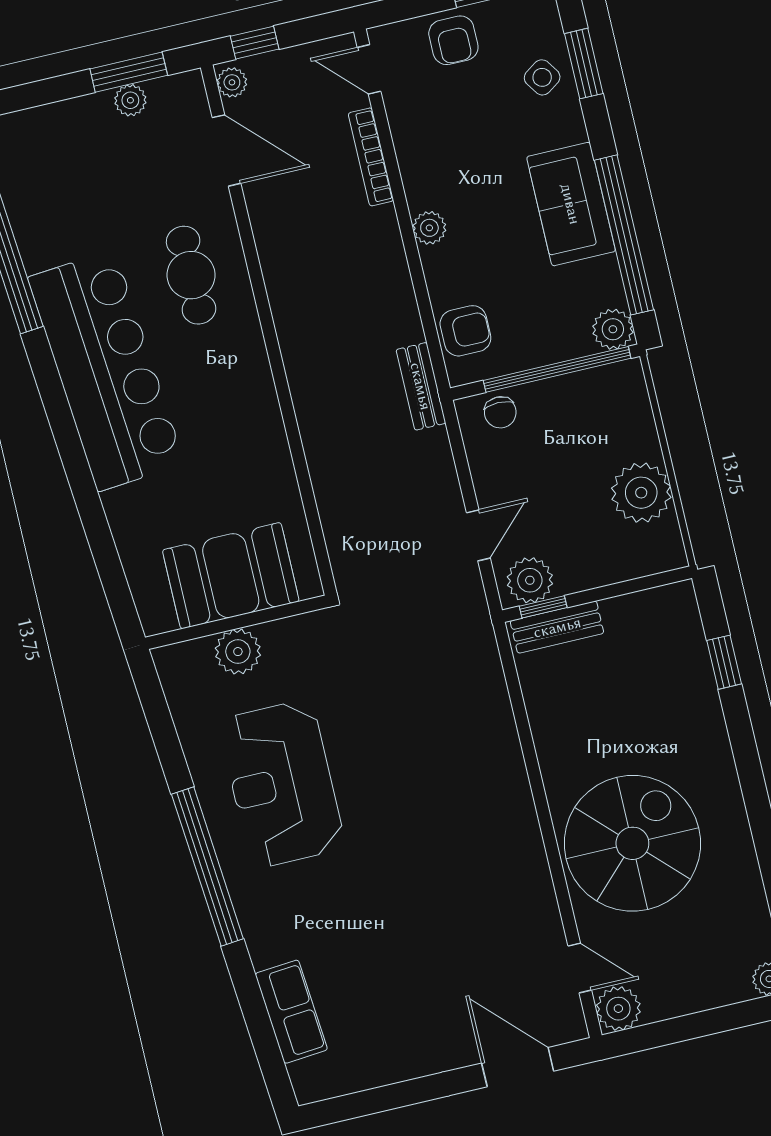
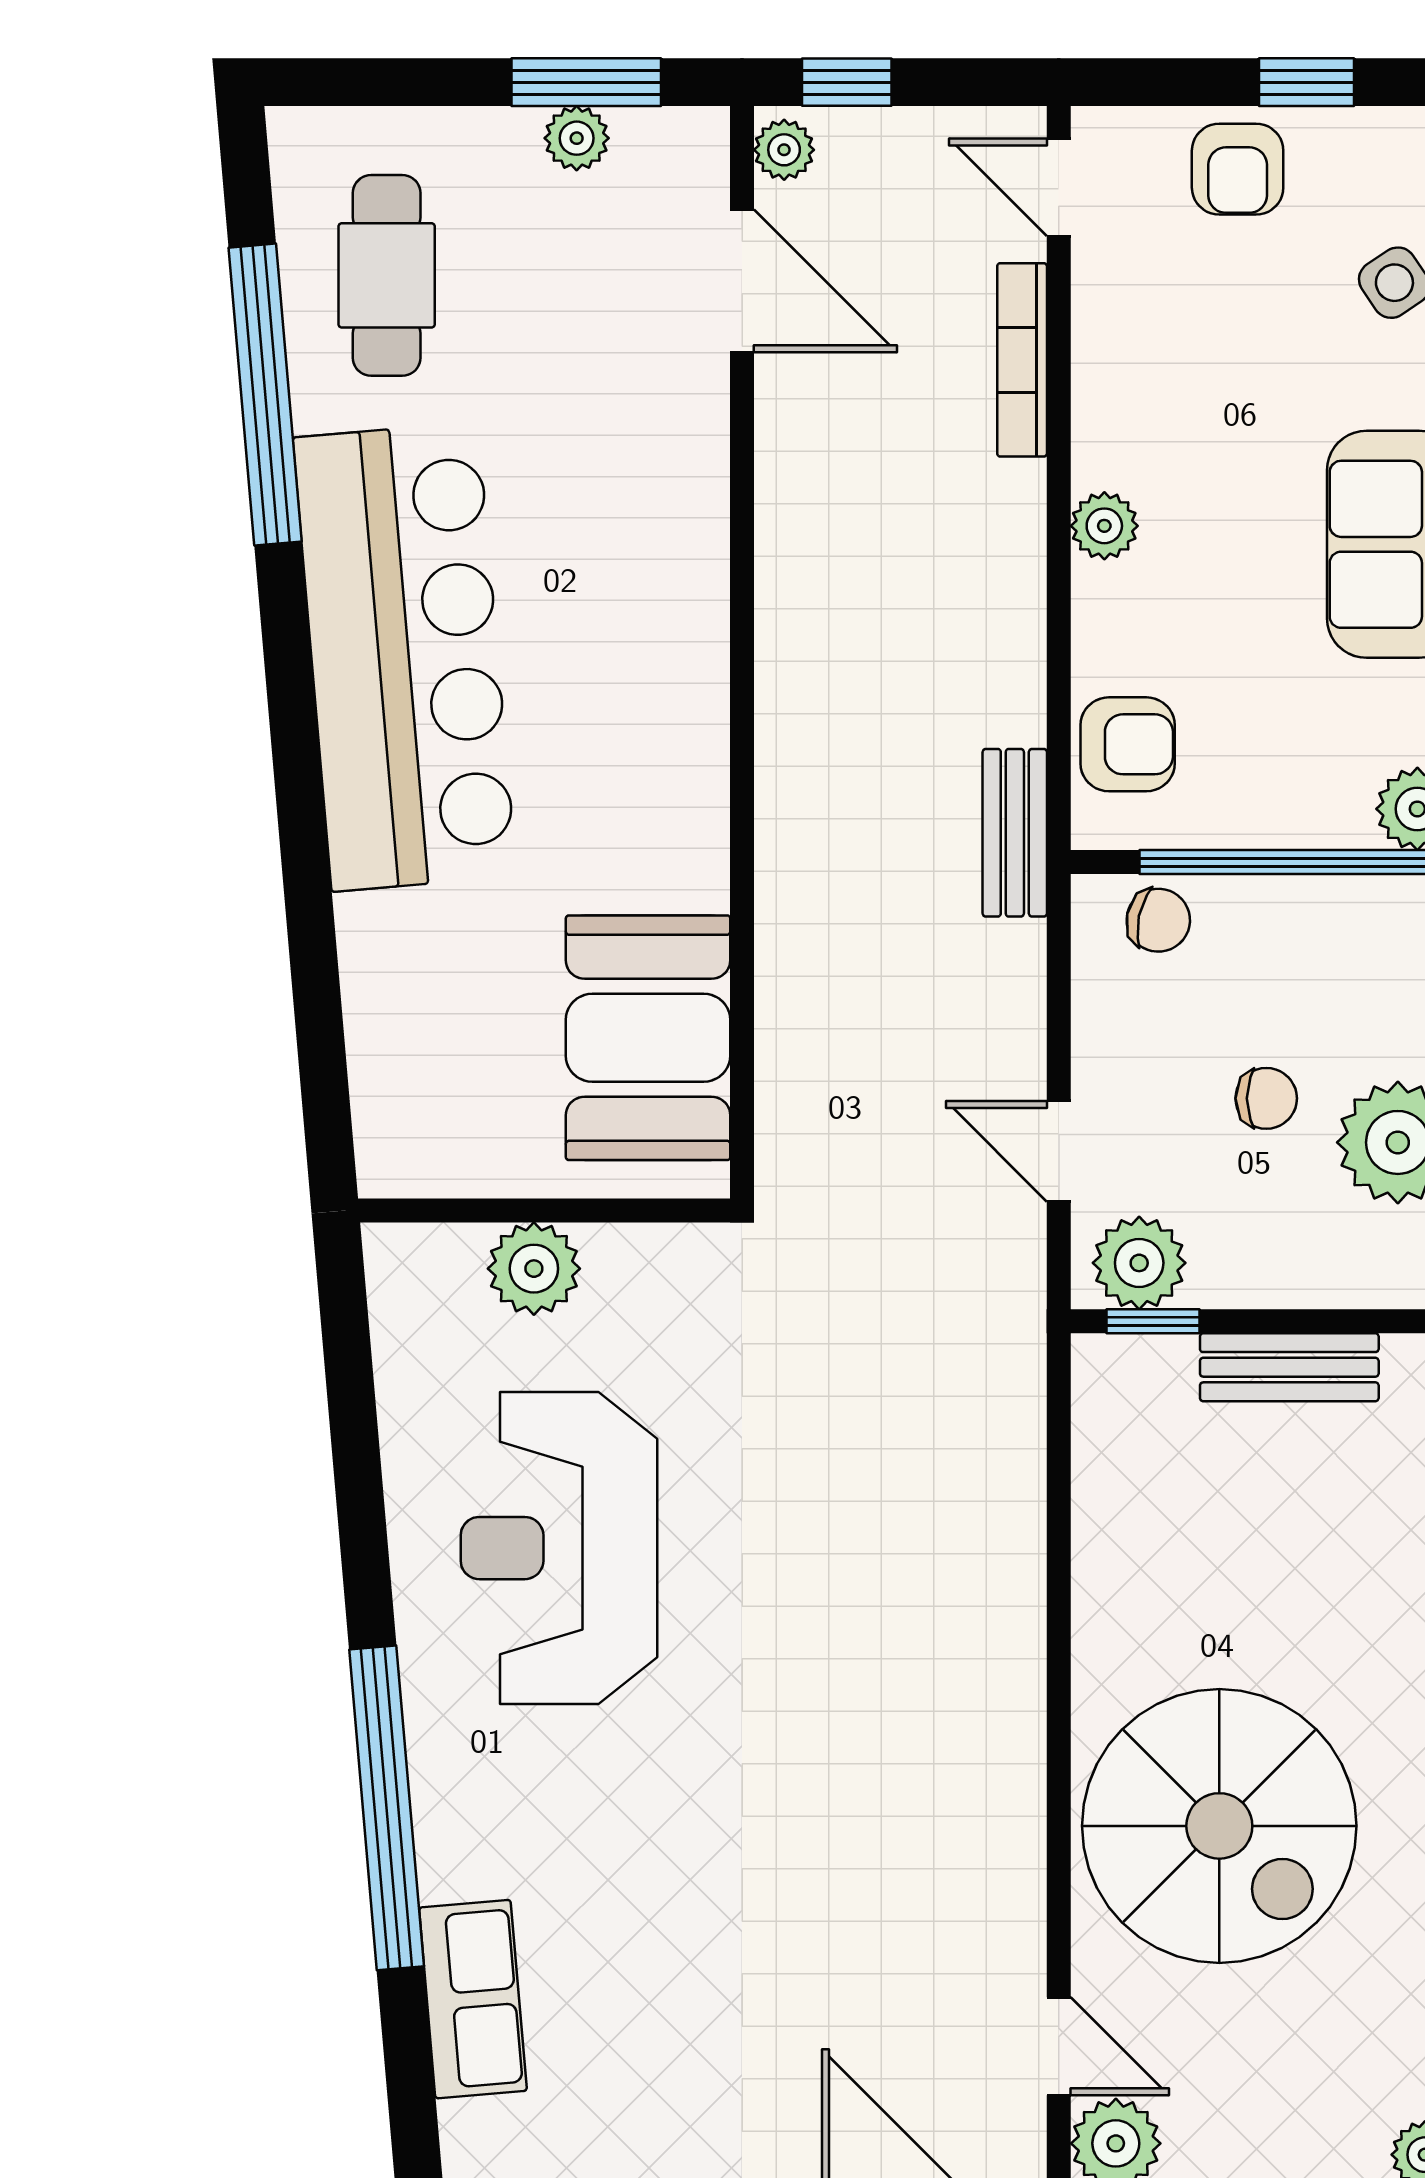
cafe table: (191, 275) -> (387, 275), moved
chair: (500, 412) -> (1158, 920), turned -78
chair: (573, 486) -> (1266, 1098), added
door: (478, 535) -> (1059, 1151), swing flipped
booth: (231, 576) -> (648, 1038), moved, turned 90
bench: (557, 627) -> (1289, 1367), moved
spiral stairs: (632, 843) -> (1219, 1826), turned 90
window: (207, 867) -> (387, 1808), moved

